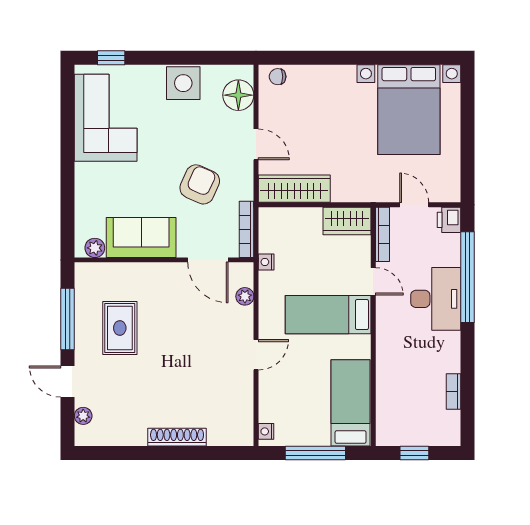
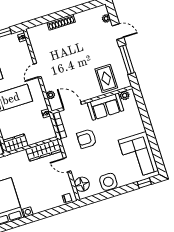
armchair: (200, 184) -> (87, 139), turned 66
rug: (120, 328) -> (106, 78), moved

